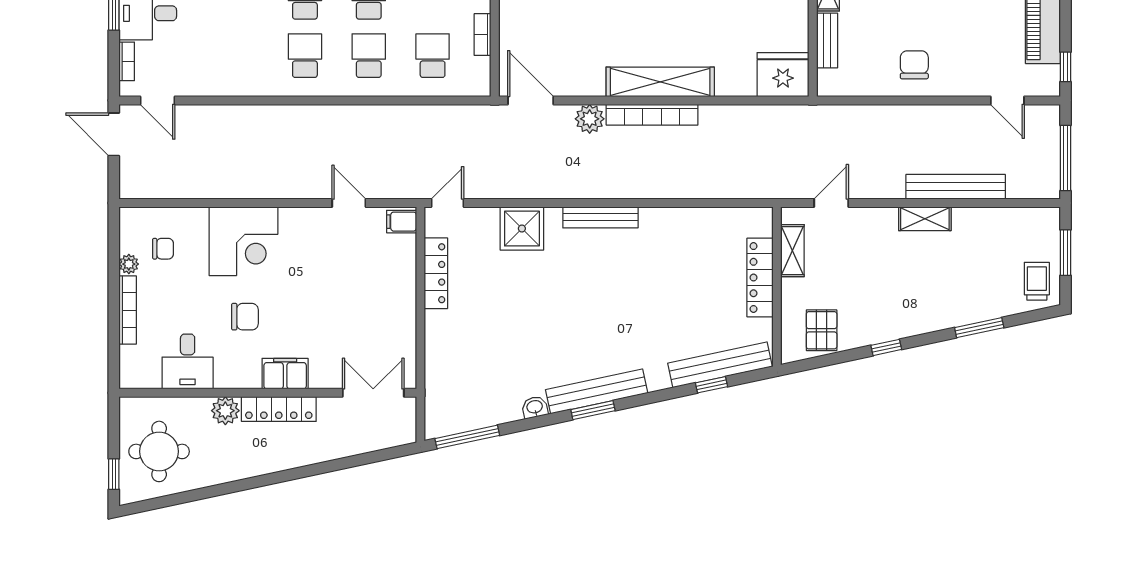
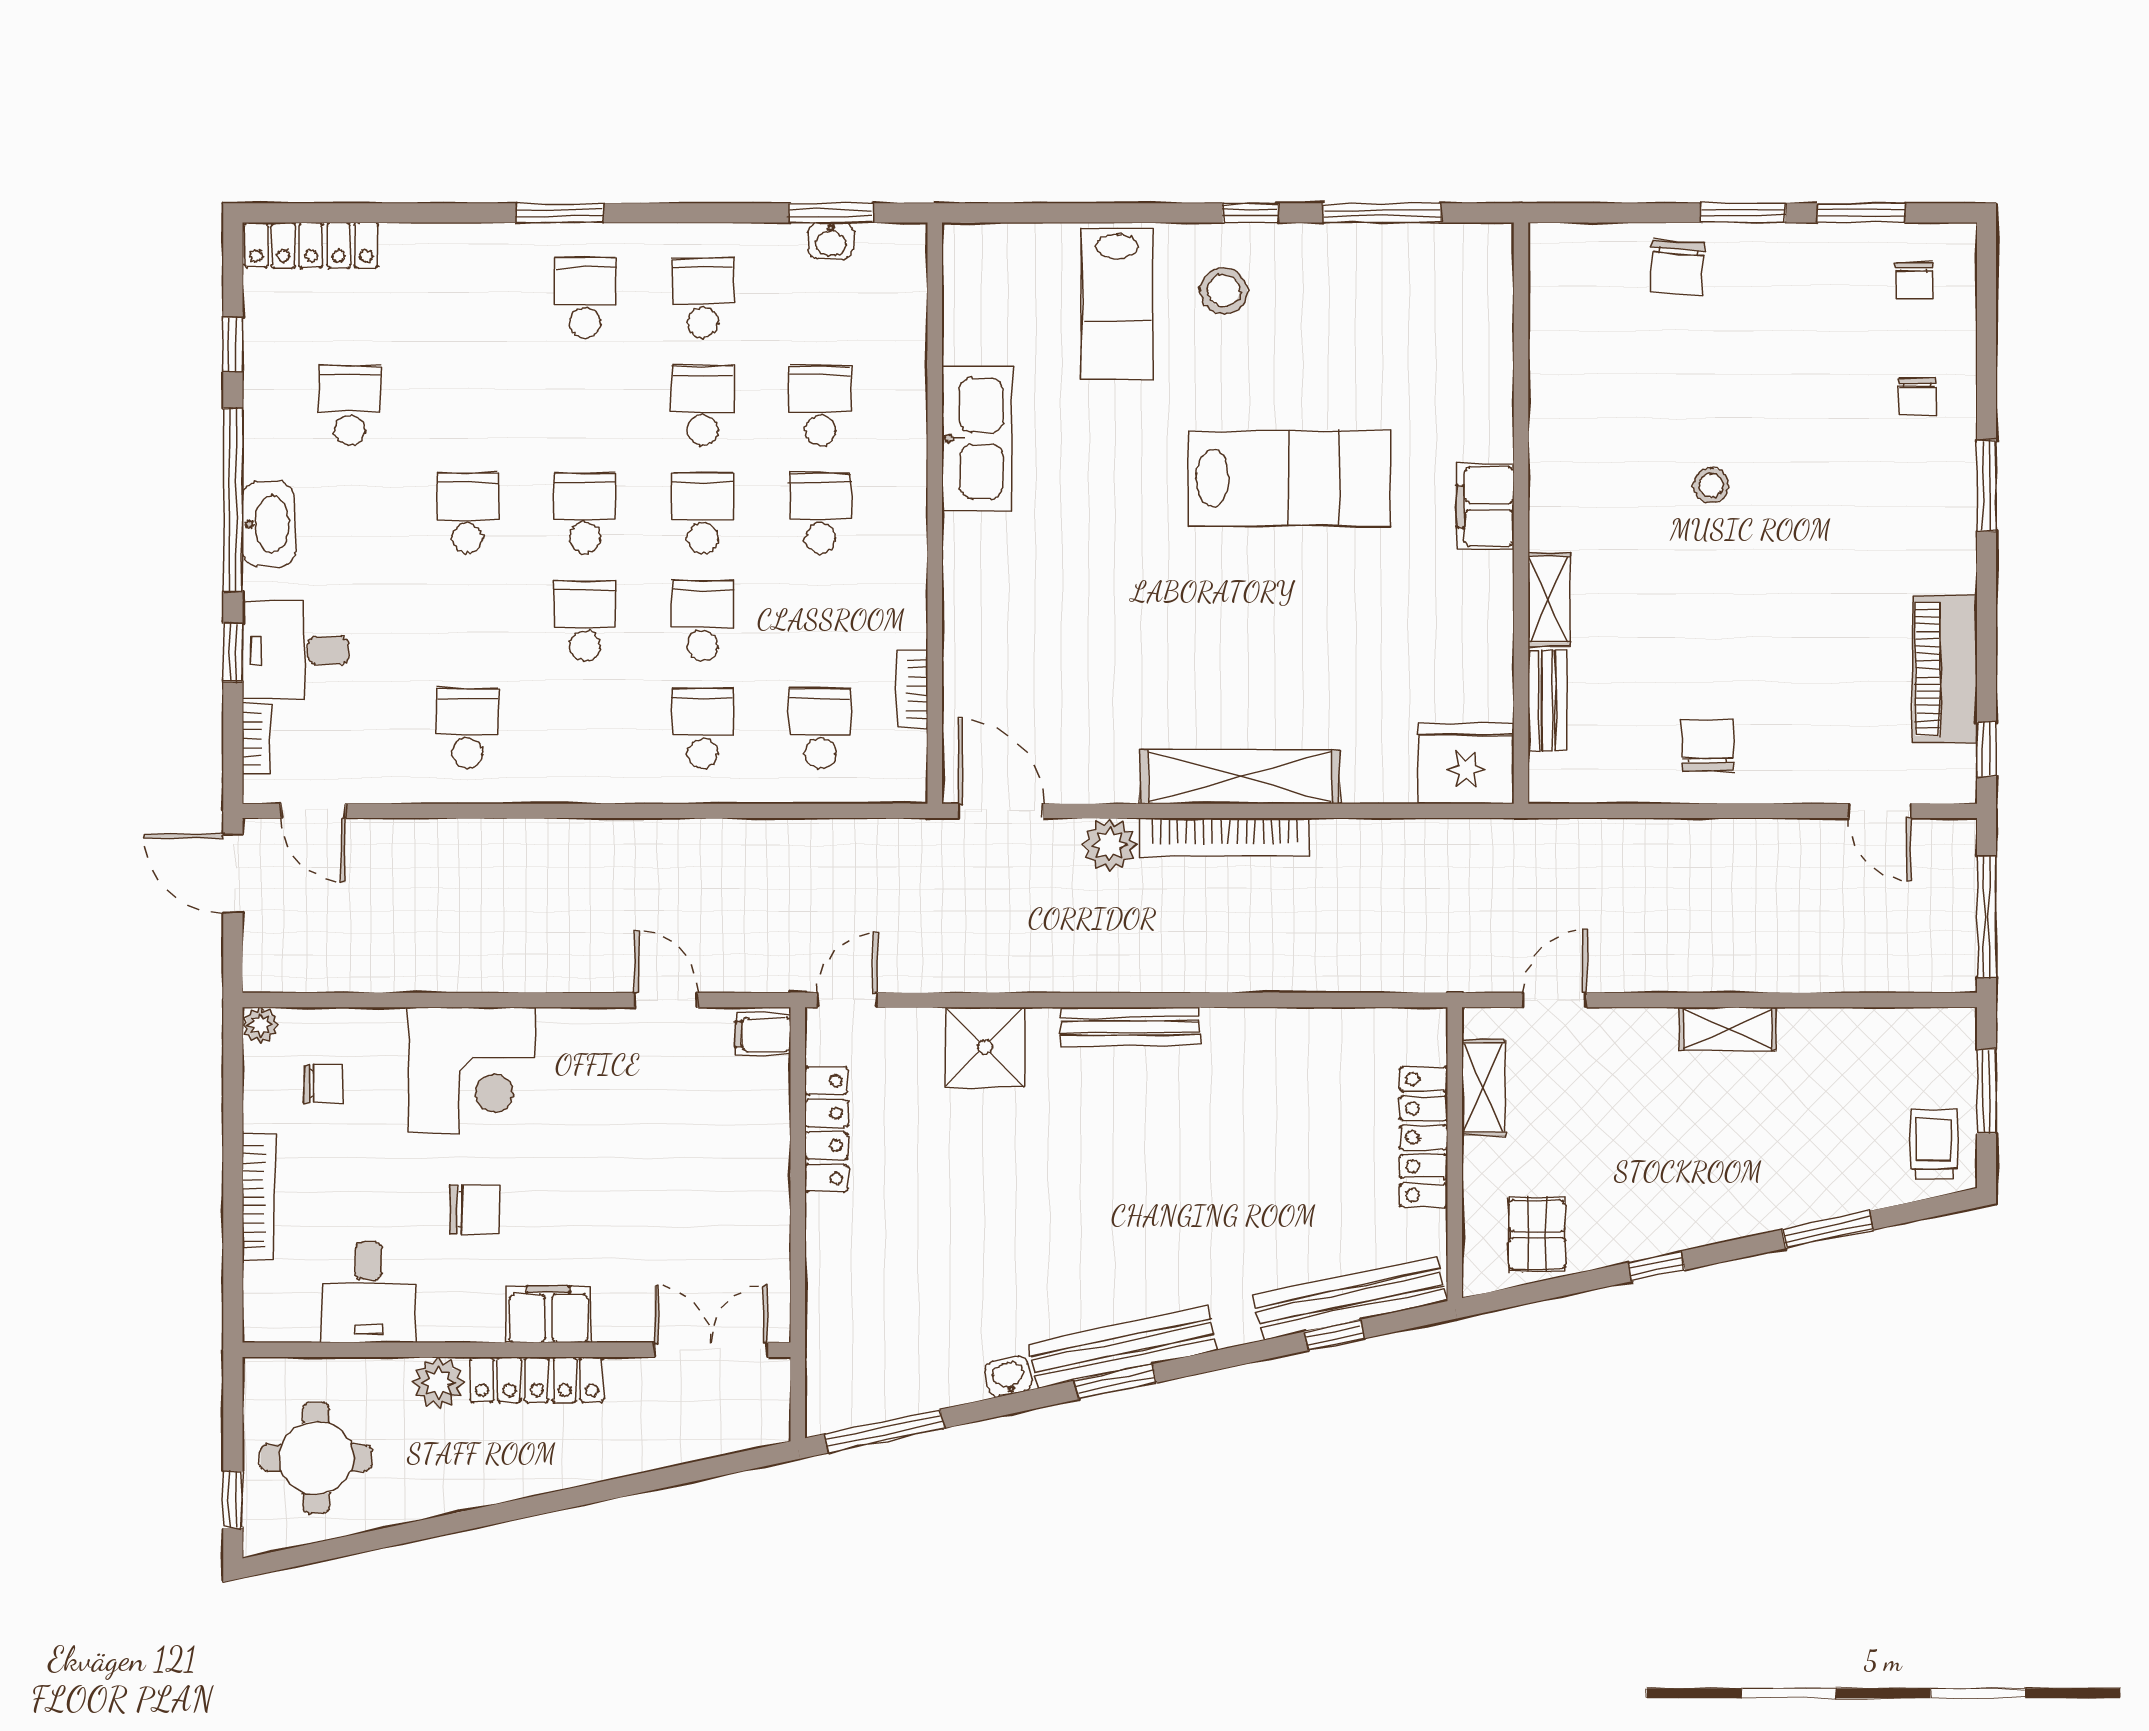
school desk: (305, 56) -> (467, 728), moved
bench: (956, 187) -> (1784, 970), removed
plant: (129, 264) -> (260, 1025), moved

